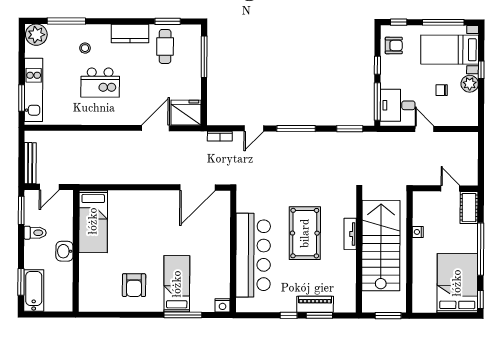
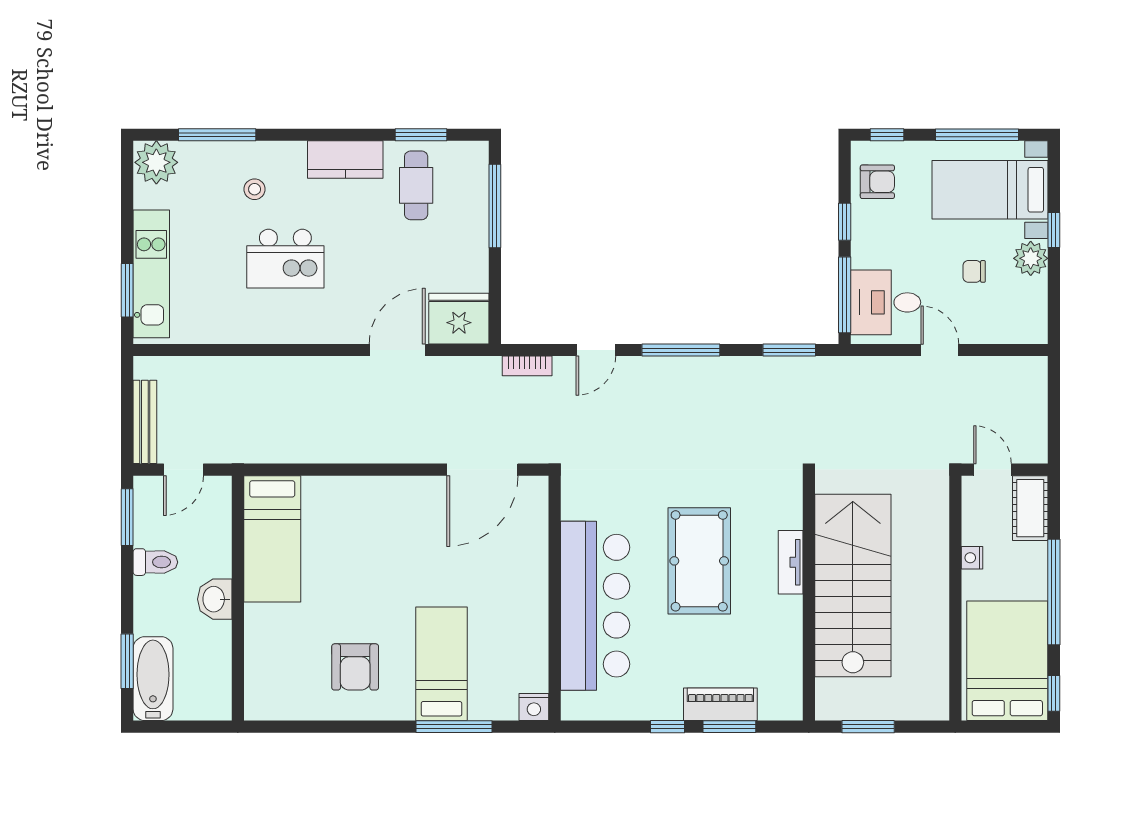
nightstand: (418, 232) -> (972, 558), moved
wall: (409, 252) -> (955, 598), moved

